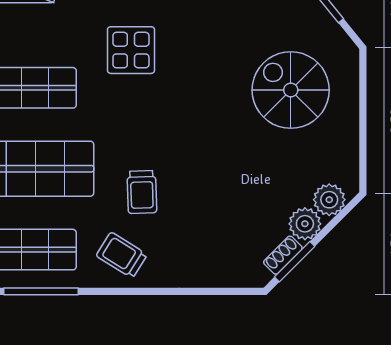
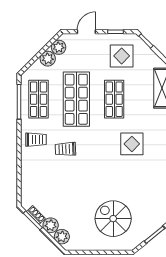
spiral stairs: (291, 90) -> (113, 219), turned -90
trolley: (122, 255) -> (36, 140), turned 58

